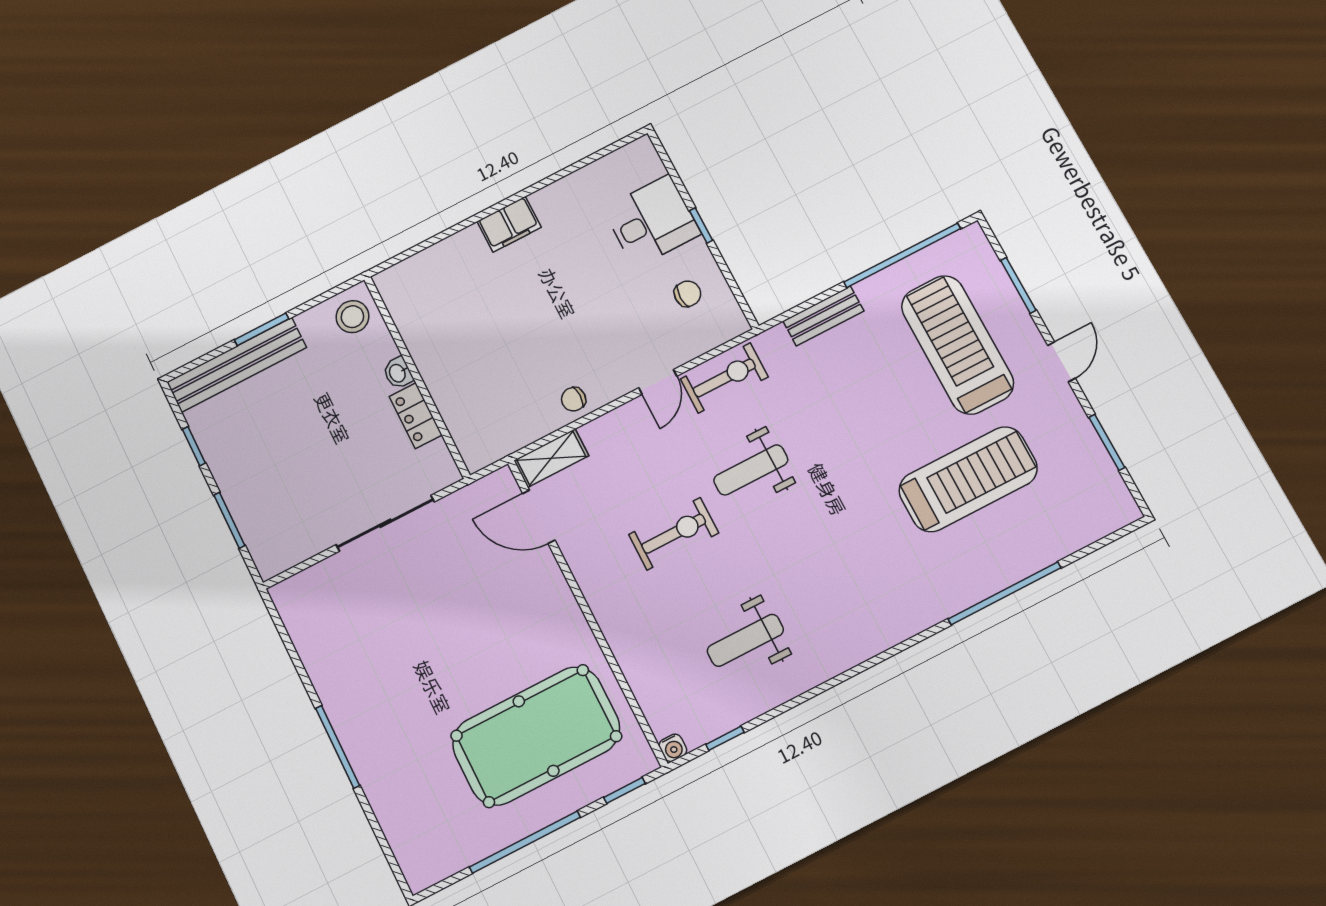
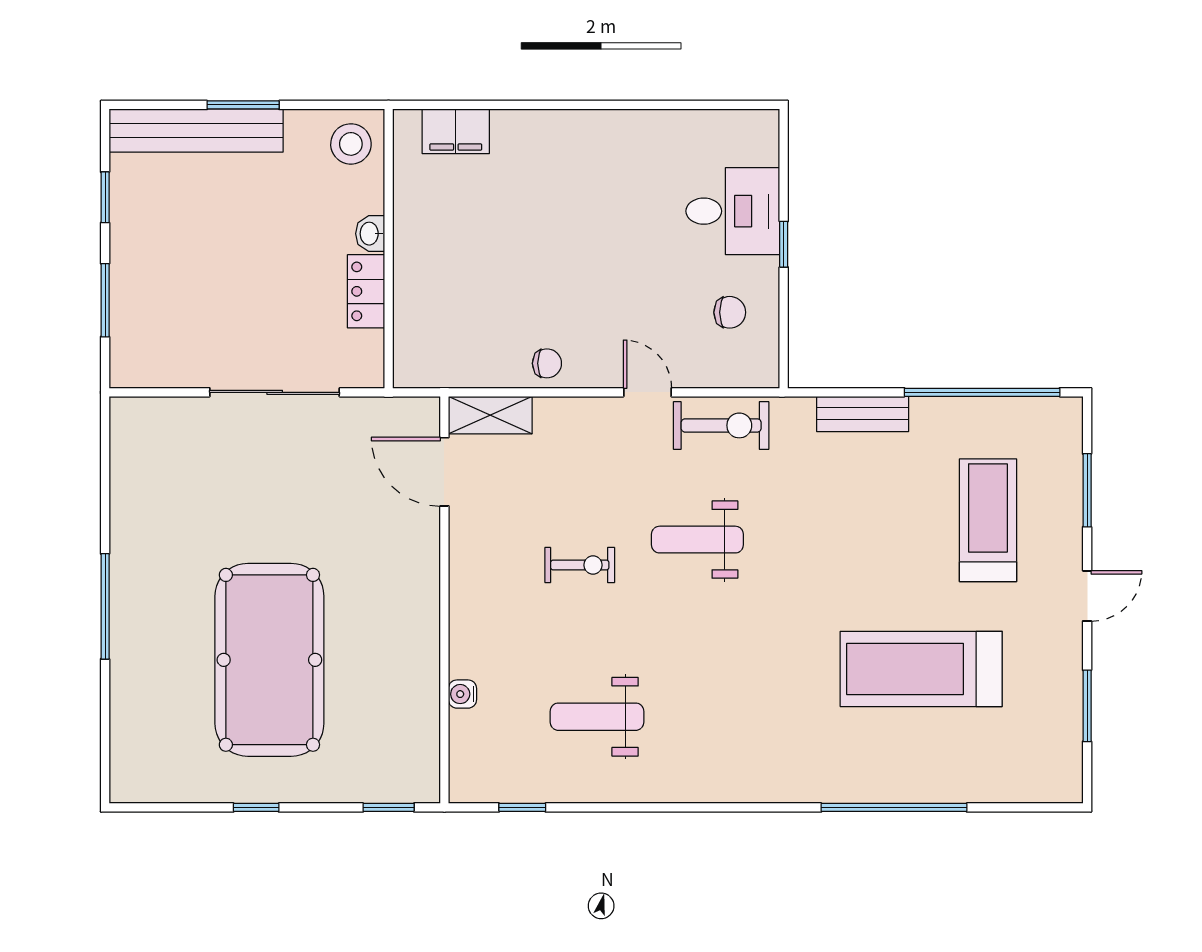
filing cabinet: (509, 224) -> (456, 131), moved
treadmill: (957, 345) -> (988, 520), width x0.73, depth x0.73
door: (658, 382) -> (647, 392), swing flipped
chair: (574, 399) -> (547, 363), turned 180
treadmill: (968, 479) -> (921, 669), turned 180
exercise bike: (674, 534) -> (580, 565), width x0.73, depth x0.72
pool table: (536, 736) -> (269, 660), moved, turned 90
water cooler: (673, 748) -> (462, 694), moved, turned 90
window: (525, 842) -> (256, 807), width x0.32

